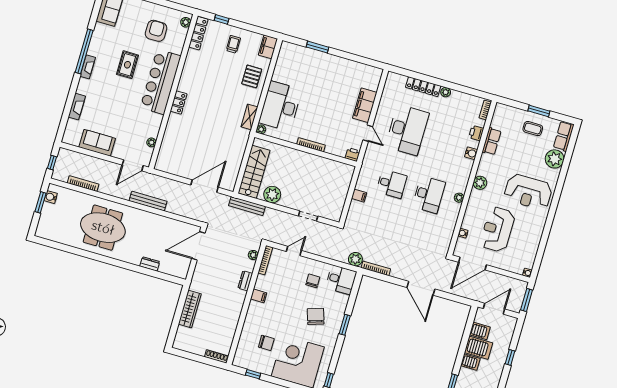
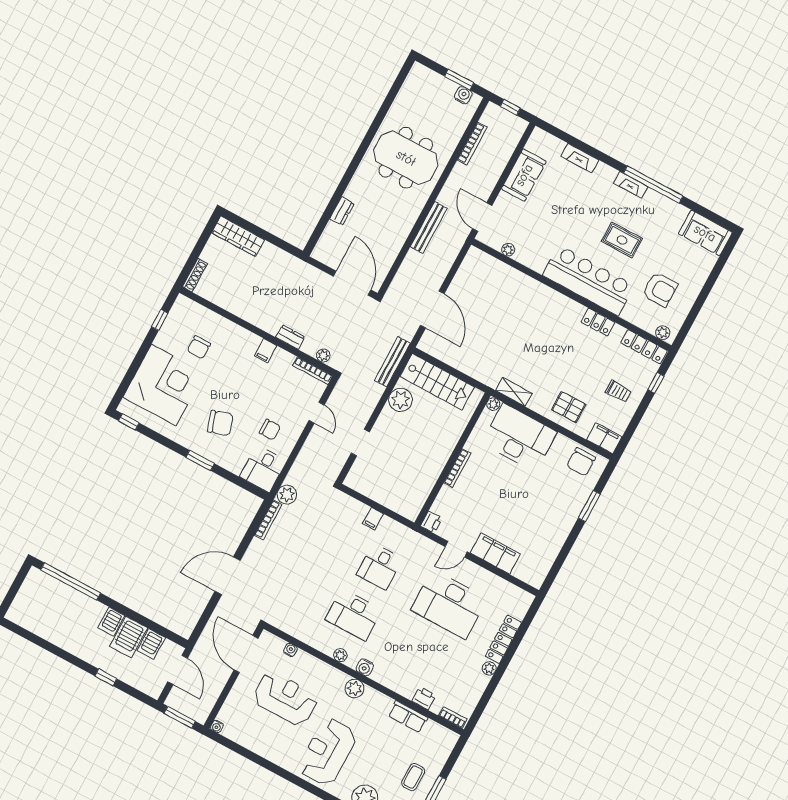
chair: (288, 60) -> (581, 462), added
locker: (179, 102) -> (598, 322), moved
water cooler: (471, 153) -> (365, 667), moved
meeting table: (103, 228) -> (406, 158), turned 90
wardrobe: (190, 309) -> (238, 236), moved

